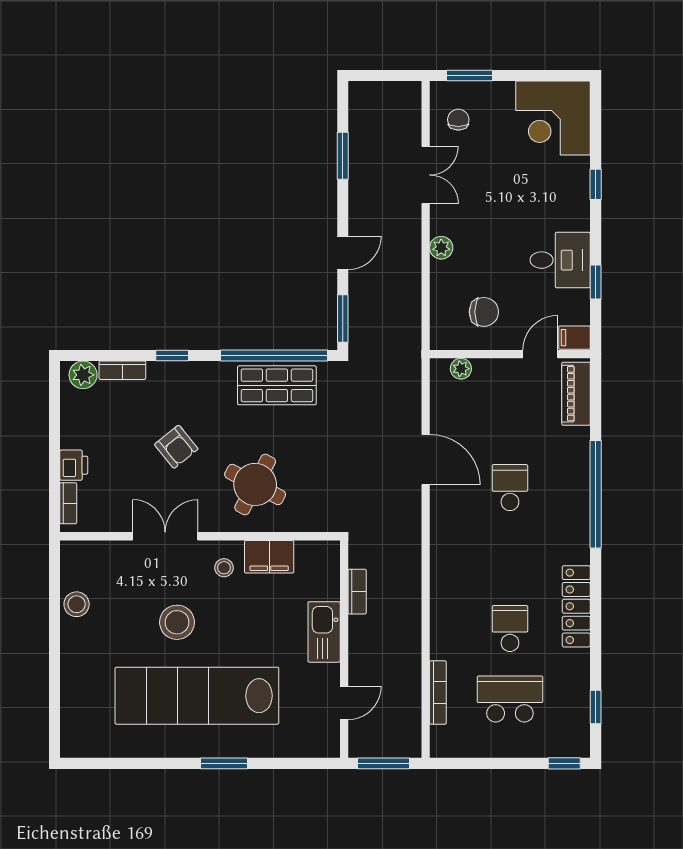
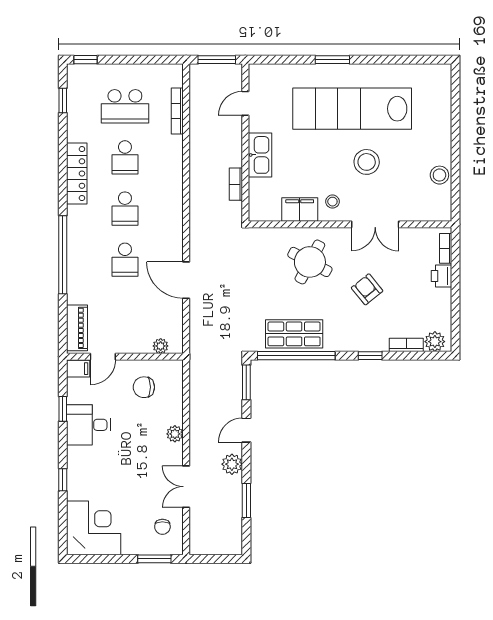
plant: (363, 206) -> (232, 464), added
school desk: (510, 558) -> (125, 209), added
lab bench: (197, 696) -> (352, 109), turned 180

